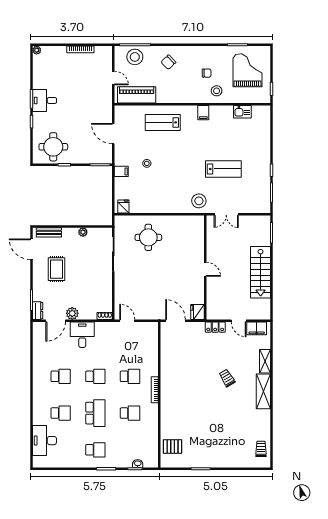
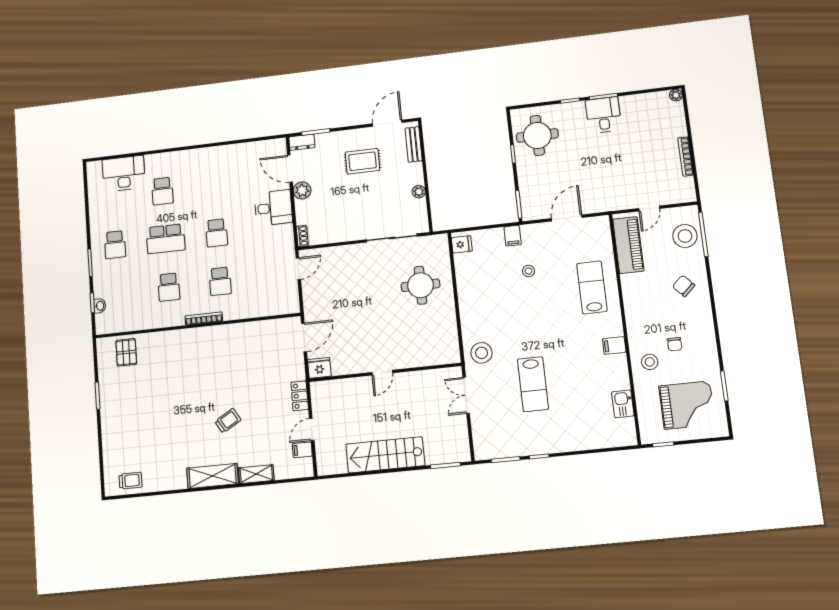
filing cabinet: (257, 328) -> (302, 450), width x0.50
school desk: (61, 376) -> (213, 185), removed

